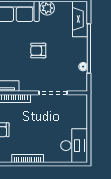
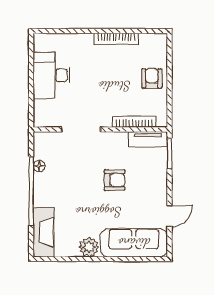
armchair: (38, 51) -> (115, 180), moved
desk: (74, 146) -> (52, 75), moved

